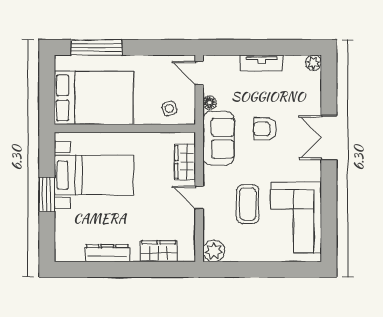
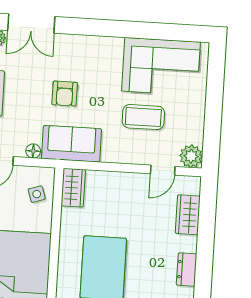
double door: (329, 138) -> (31, 23), moved
wardrobe: (185, 162) -> (73, 188), moved, turned -90
door: (199, 197) -> (163, 170), moved
dresser: (107, 253) -> (187, 270), width x0.70

